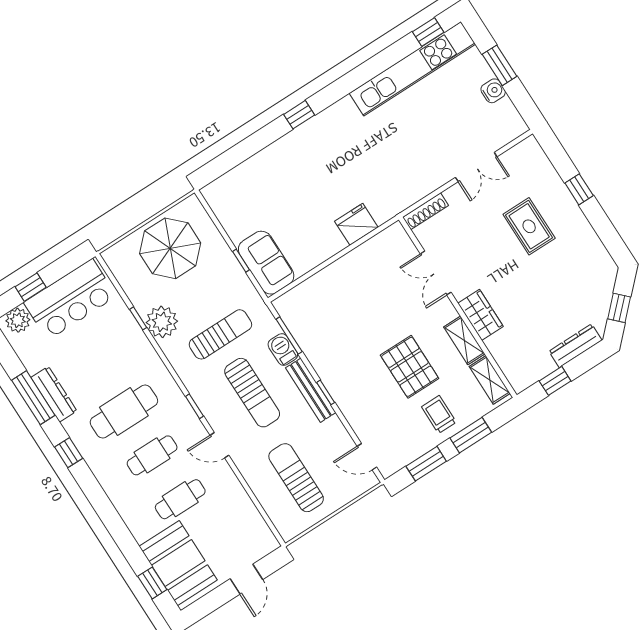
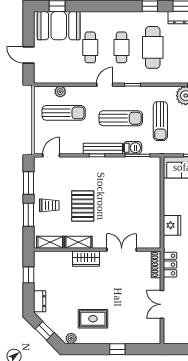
locker: (413, 192) -> (170, 265), added
rug: (529, 226) -> (93, 319), moved
plant: (606, 264) -> (71, 338), added
dresser: (575, 346) -> (40, 301), width x0.70
pallet: (410, 367) -> (83, 206), turned 90
sun lounger: (252, 393) -> (121, 118), turned 180
plant: (269, 502) -> (60, 92), added

